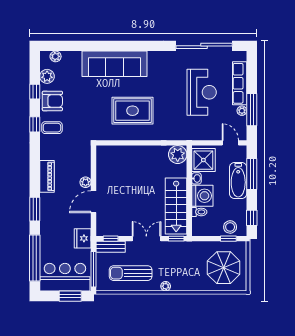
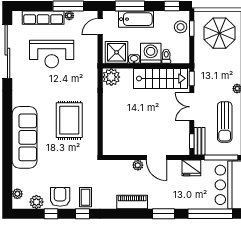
reception desk: (202, 92) -> (52, 54), turned 180

